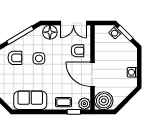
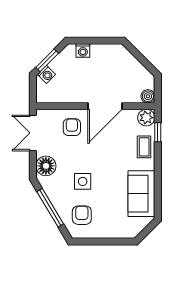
double door: (73, 23) -> (33, 133), swing flipped
washing machine: (132, 72) -> (83, 51), moved
boiler: (104, 101) -> (148, 96), width x0.54, depth x0.54

